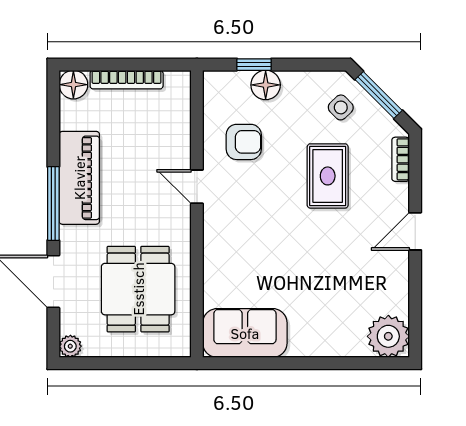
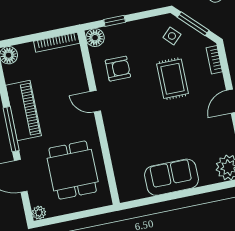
bookcase: (127, 80) -> (57, 42), moved
floor lamp: (266, 85) -> (95, 38), moved
sofa: (245, 333) -> (171, 177), moved

